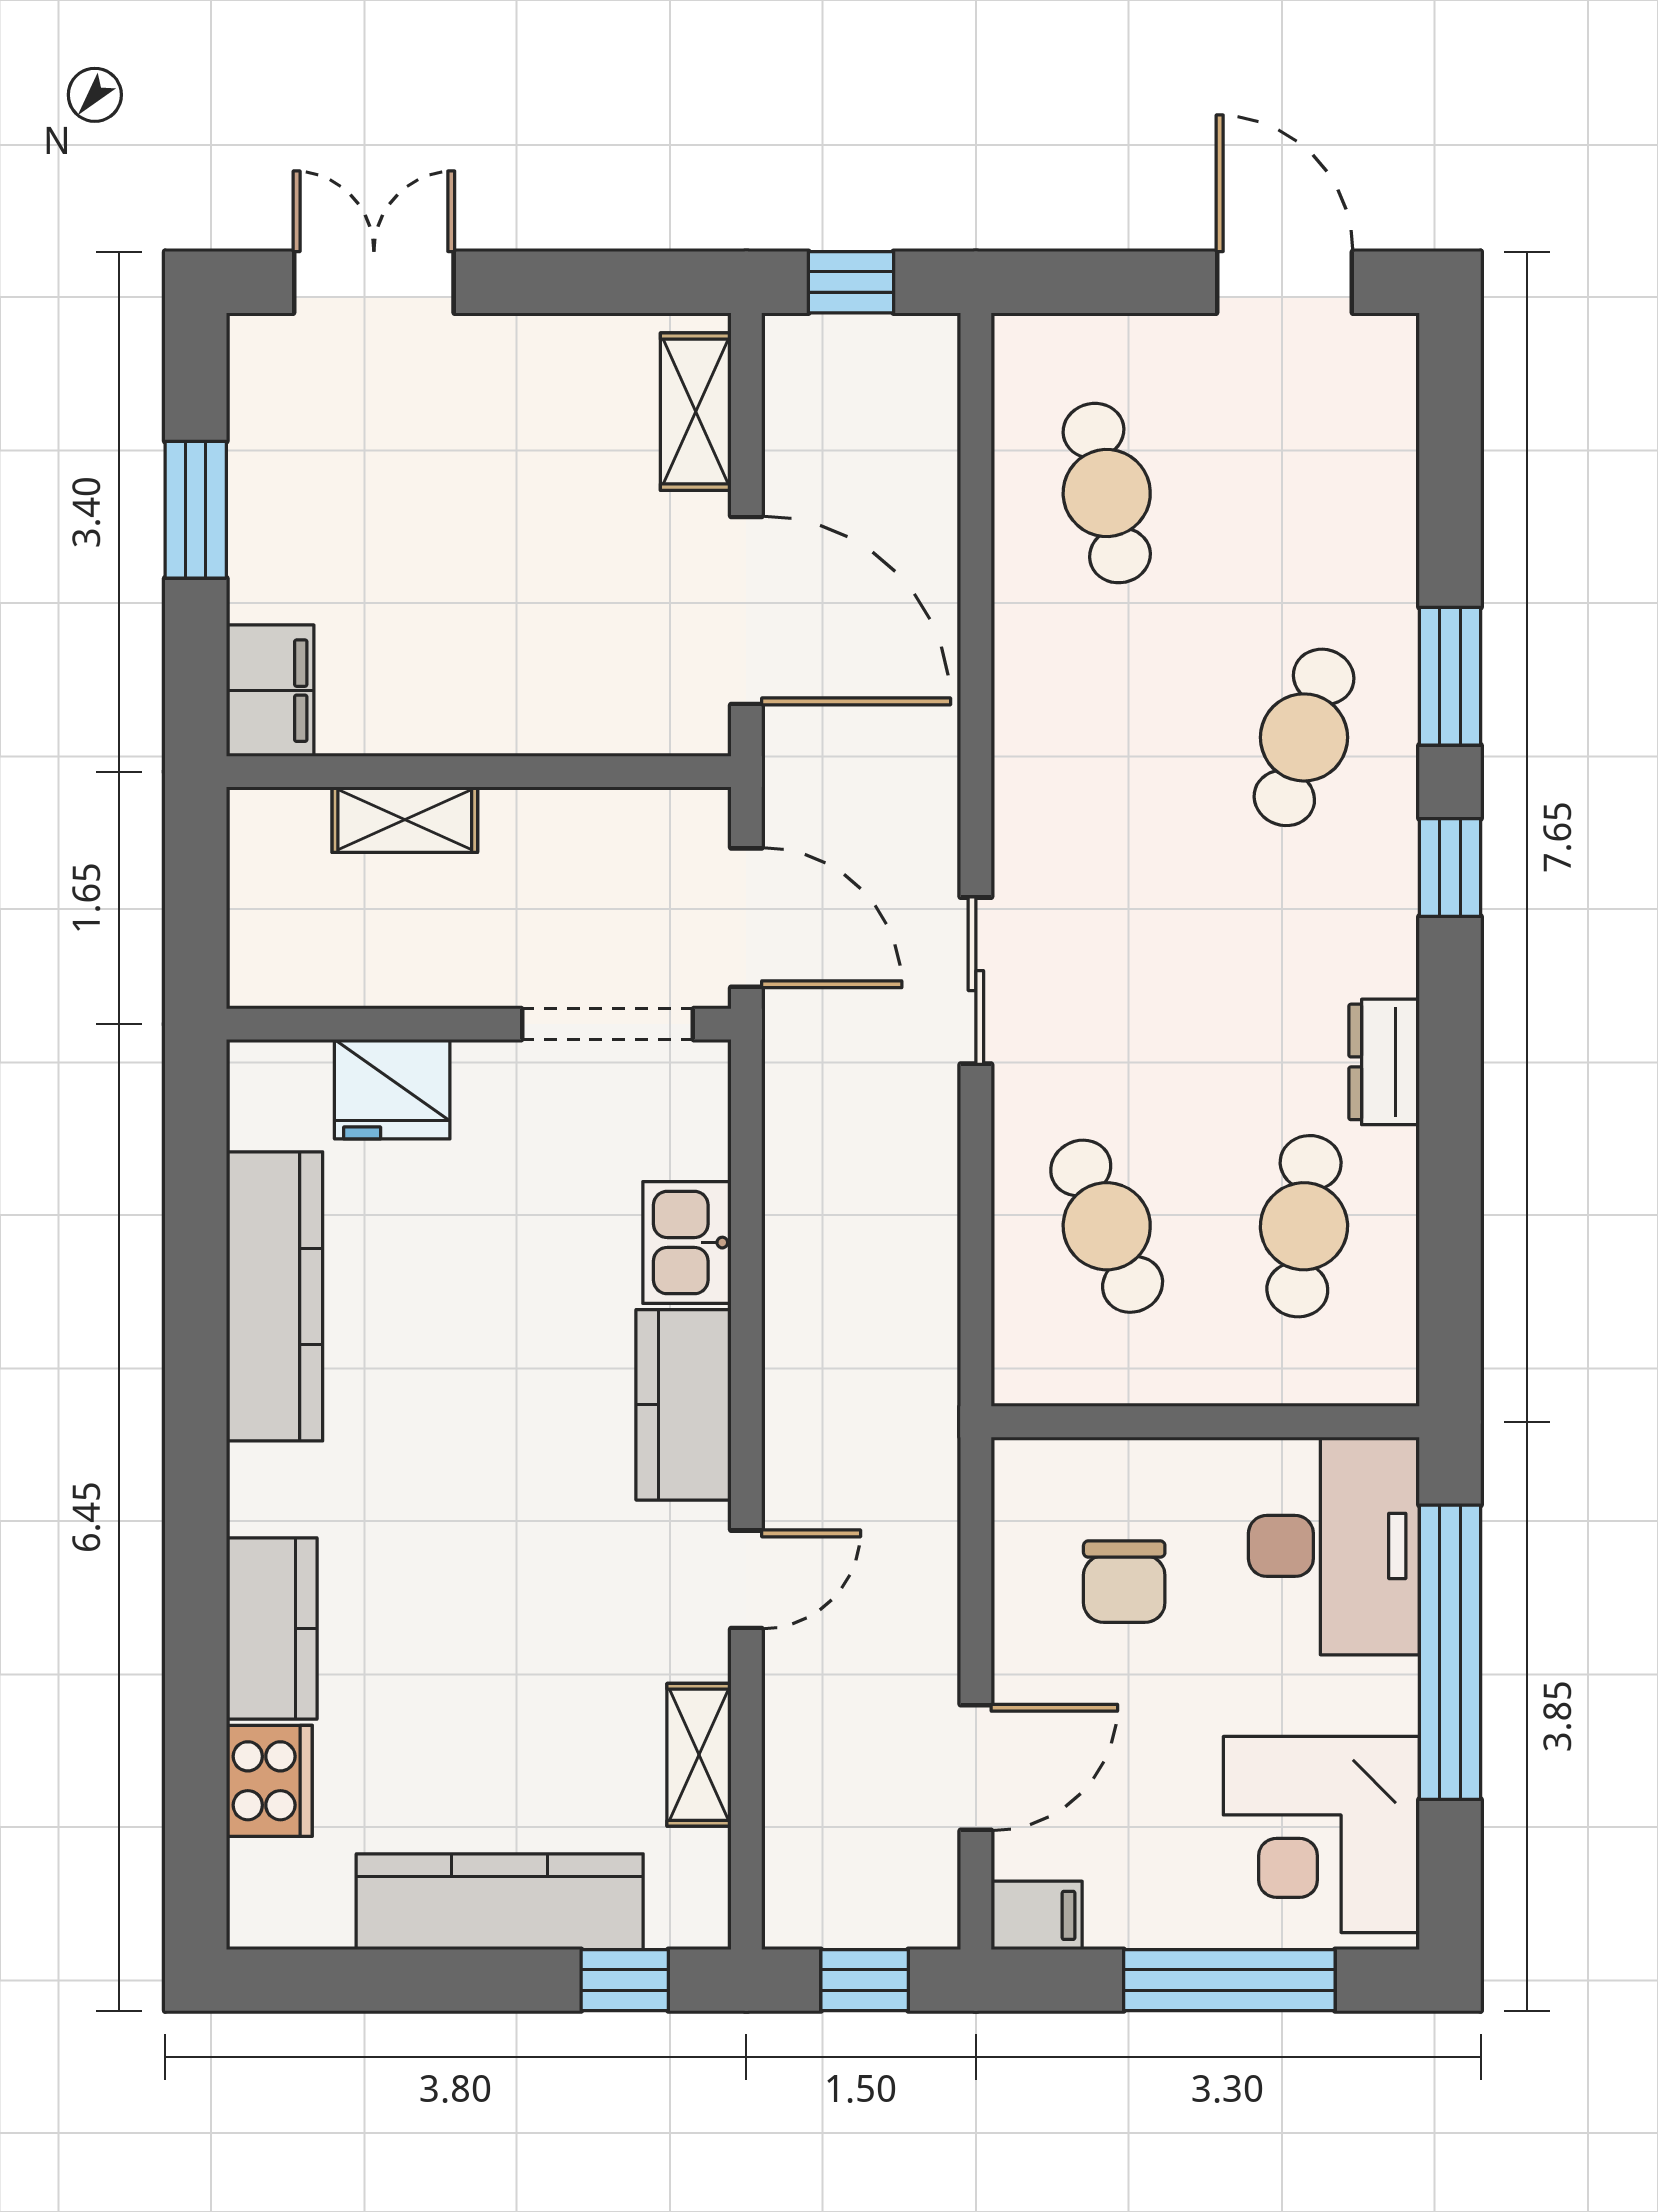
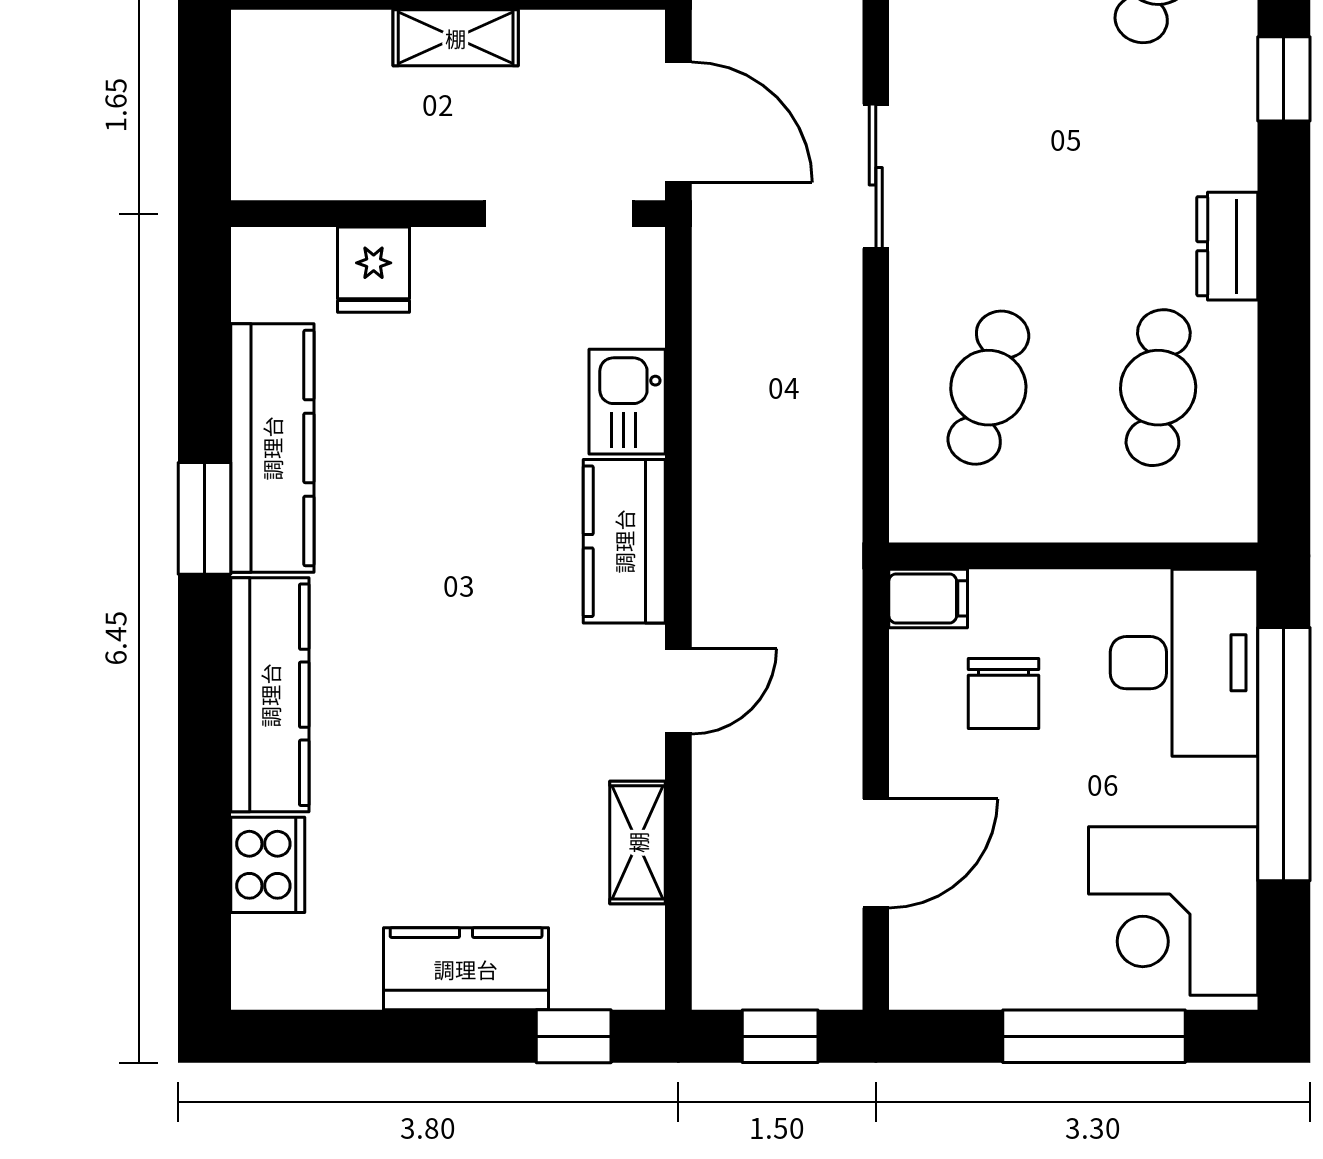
shelving: (405, 820) -> (456, 38), moved
fridge: (392, 1089) -> (374, 270), width x0.72
cafe table: (1107, 1226) -> (988, 388), turned 39
window: (196, 1378) -> (205, 518), added
kitchen counter: (272, 1628) -> (270, 695), width x1.50
kitchen counter: (500, 1902) -> (466, 969), width x0.67
filing cabinet: (1037, 1915) -> (928, 598), moved

